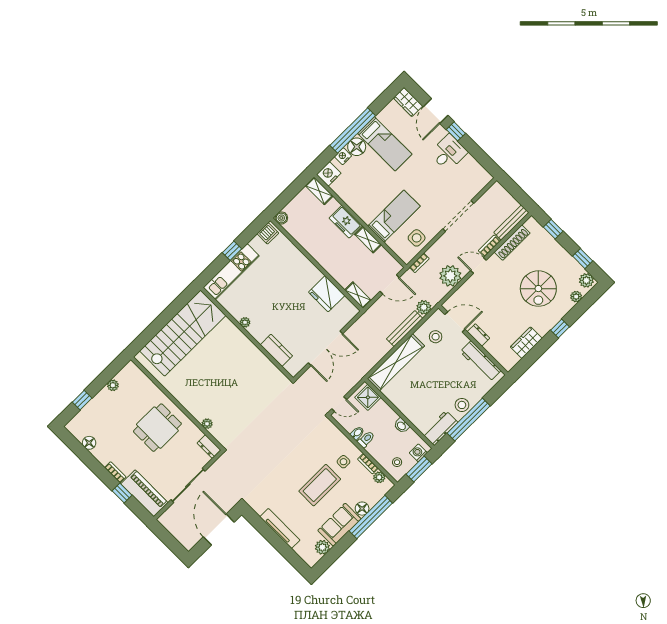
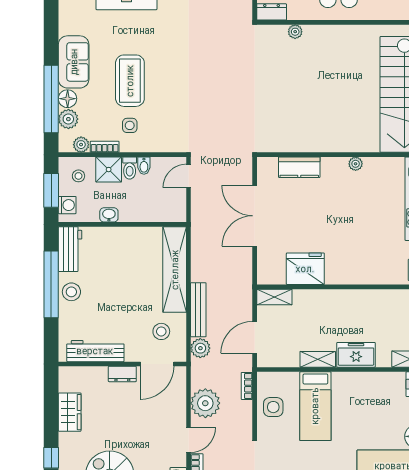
shower: (368, 397) -> (109, 170), moved
plant: (322, 547) -> (68, 119), moved

